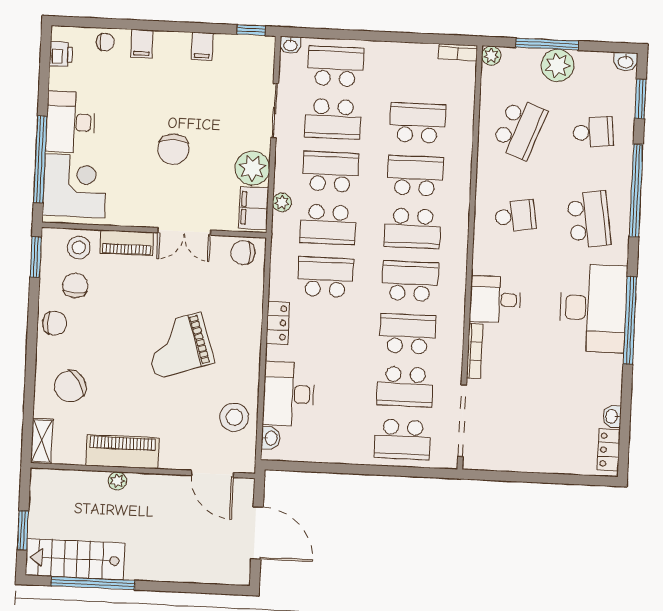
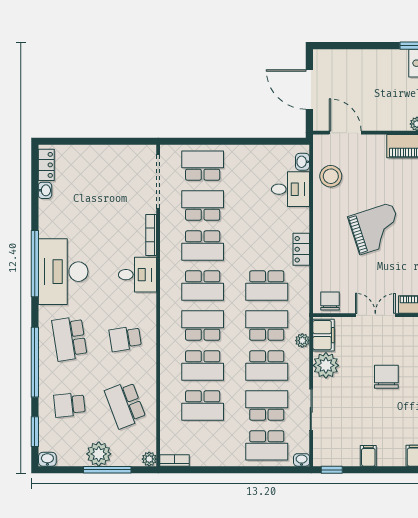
school desk: (519, 129) -> (125, 405), turned -42
chair: (243, 253) -> (330, 301), turned -90
desk: (289, 394) -> (291, 189), width x0.73

